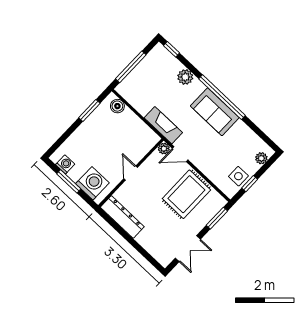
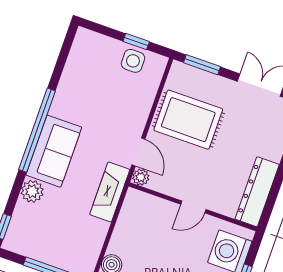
sofa: (215, 112) -> (54, 151), moved
plant: (261, 158) -> (95, 41), removed

